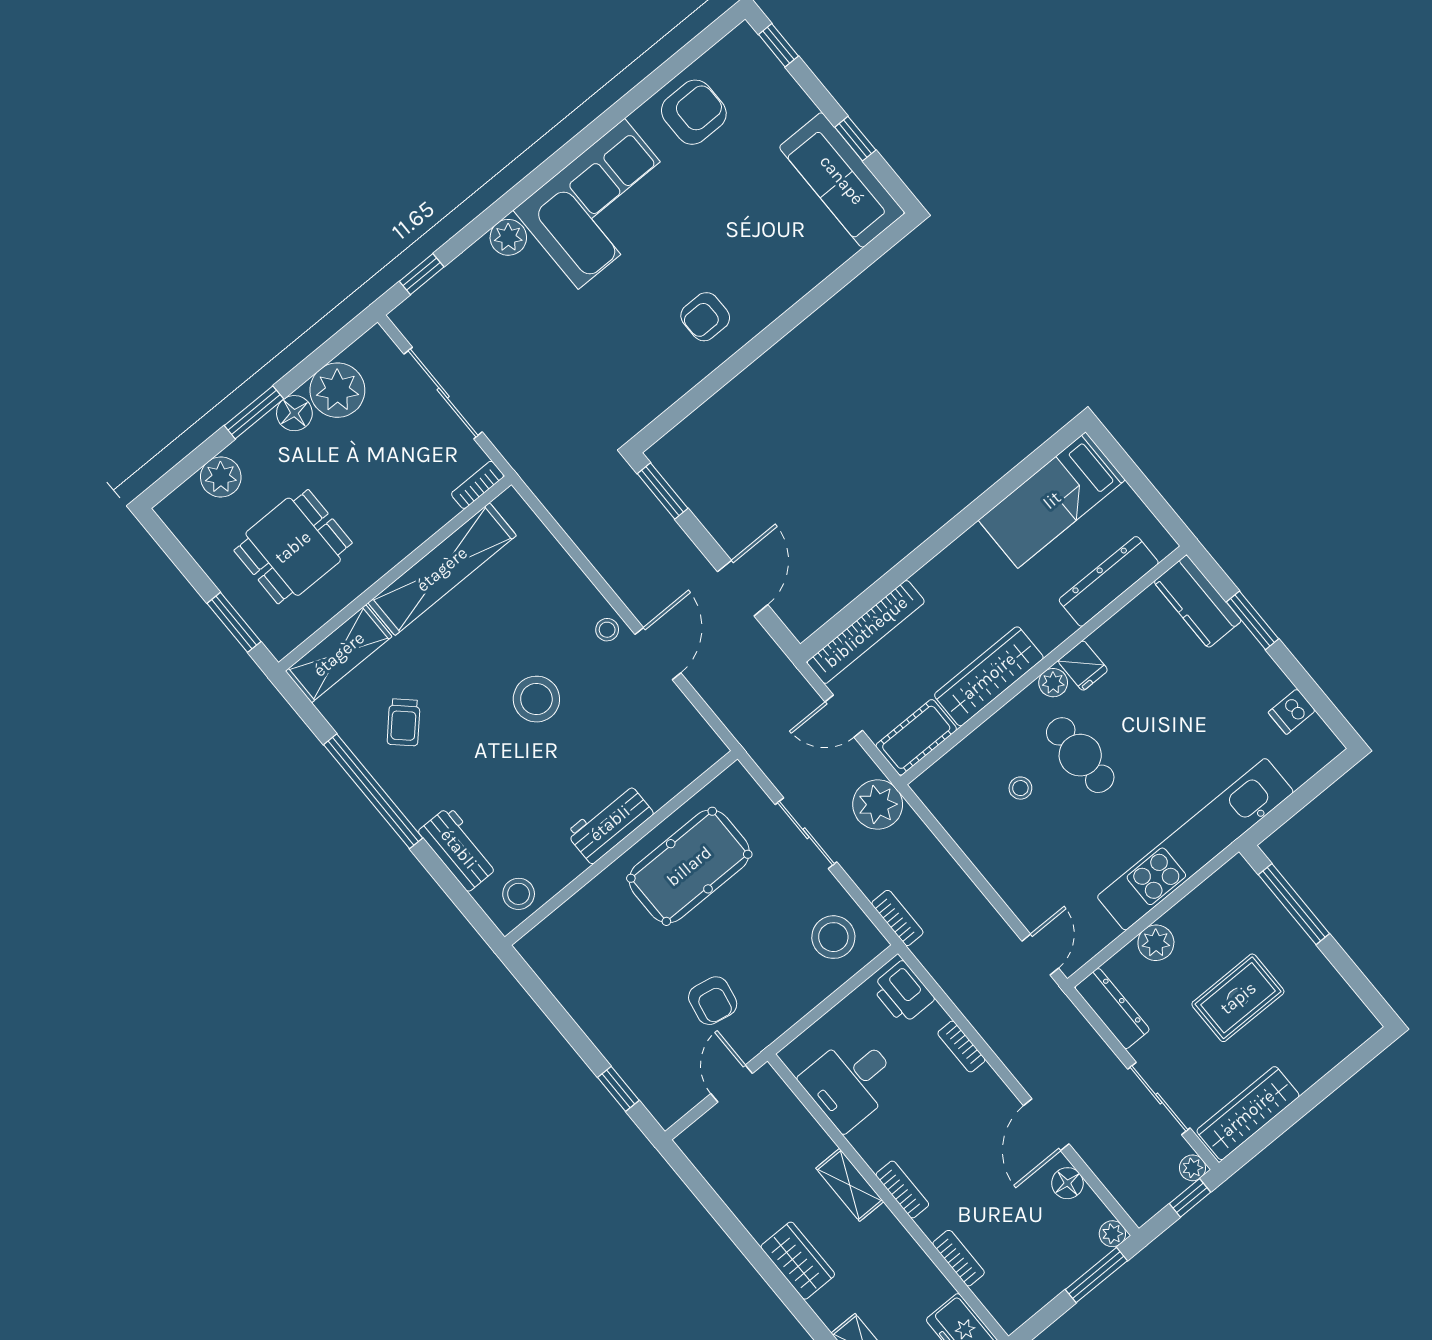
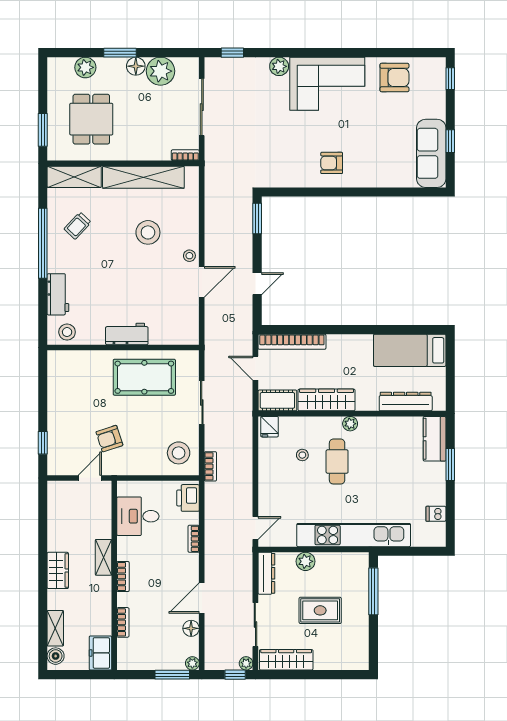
dining table: (293, 547) -> (91, 119), turned 90
door: (743, 588) -> (257, 284), width x0.73
fridge: (1083, 666) -> (269, 427), moved
stool: (536, 699) -> (148, 232), moved
plant: (878, 804) -> (240, 415), removed
armchair: (713, 1001) -> (109, 439), turned 61

